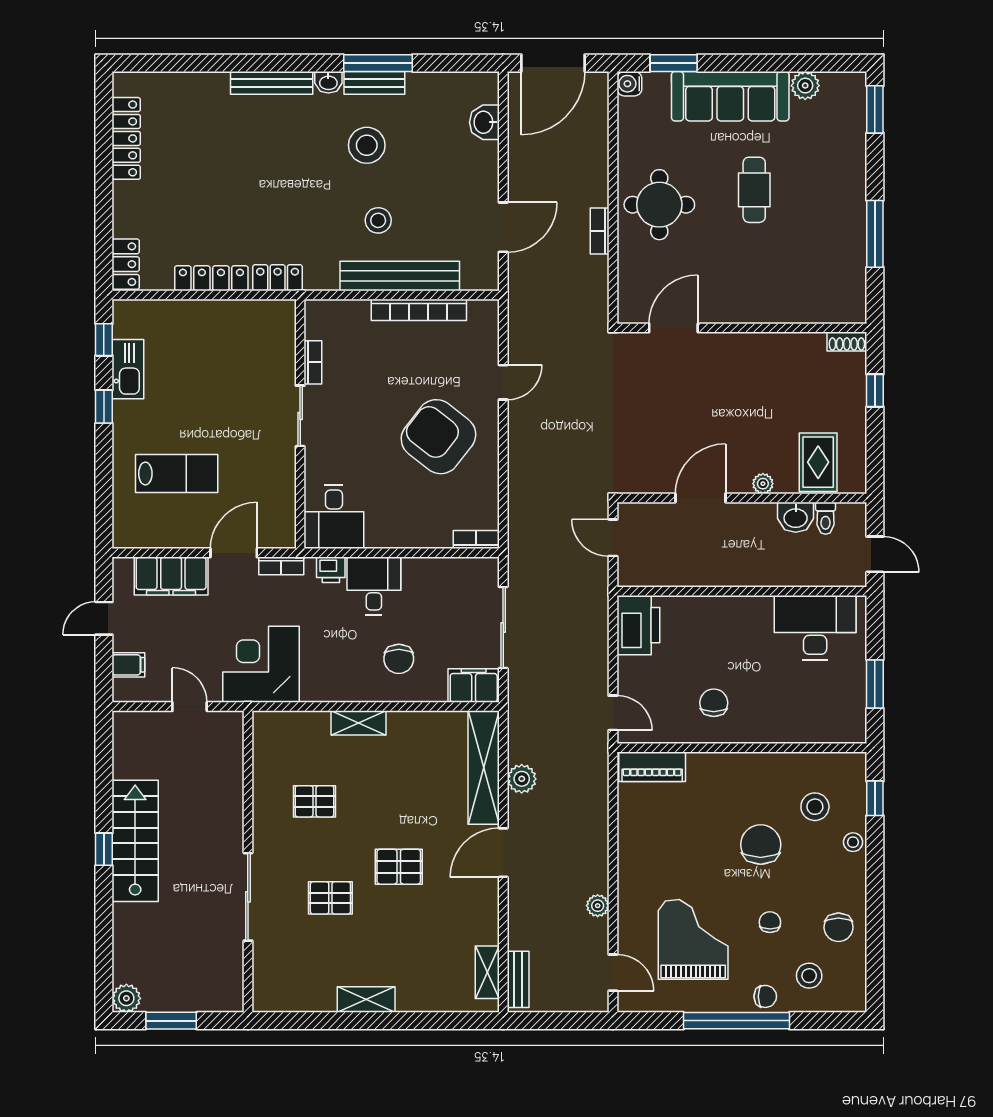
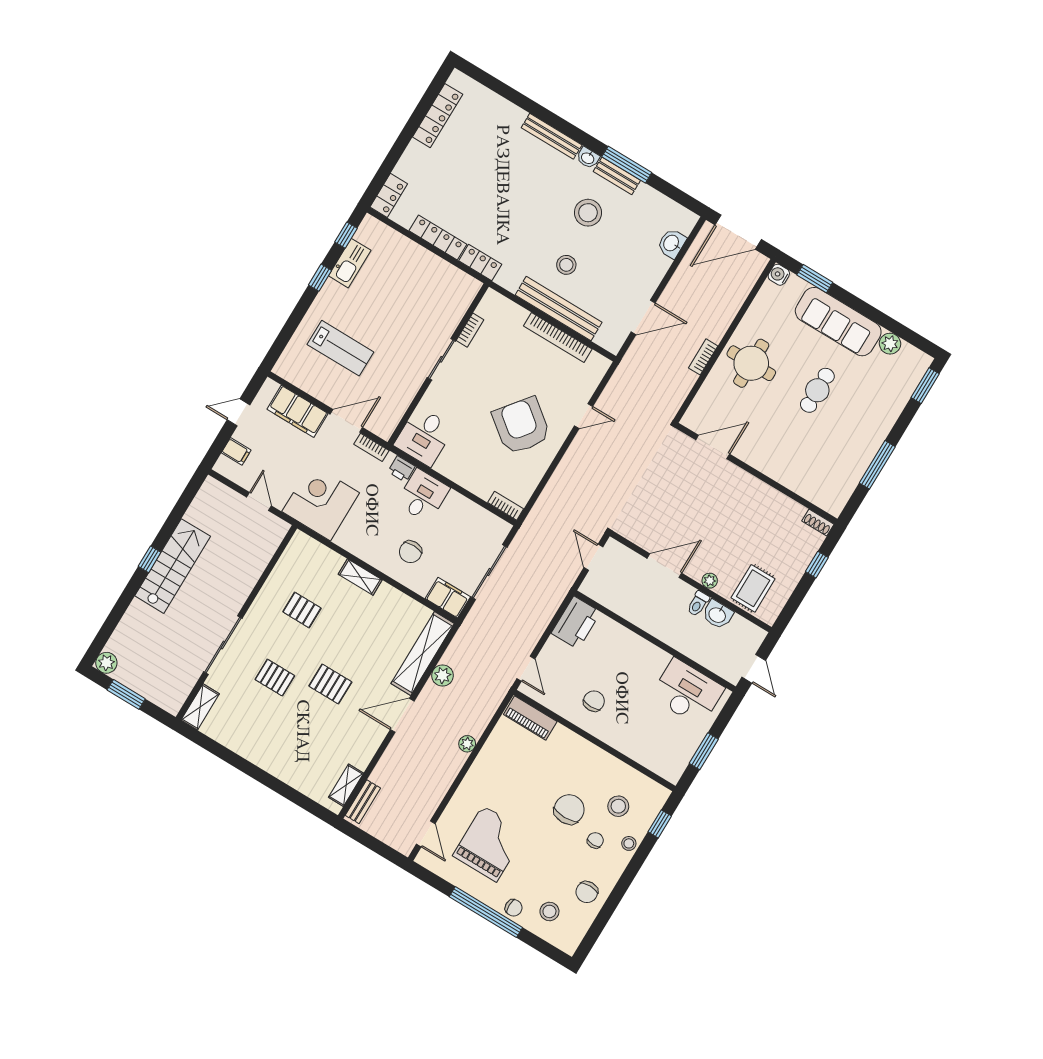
toilet: (826, 518) -> (698, 604), moved
plant: (598, 906) -> (467, 744), moved
chair: (770, 922) -> (595, 840), moved
shelving: (366, 1000) -> (200, 707), moved, turned 90

